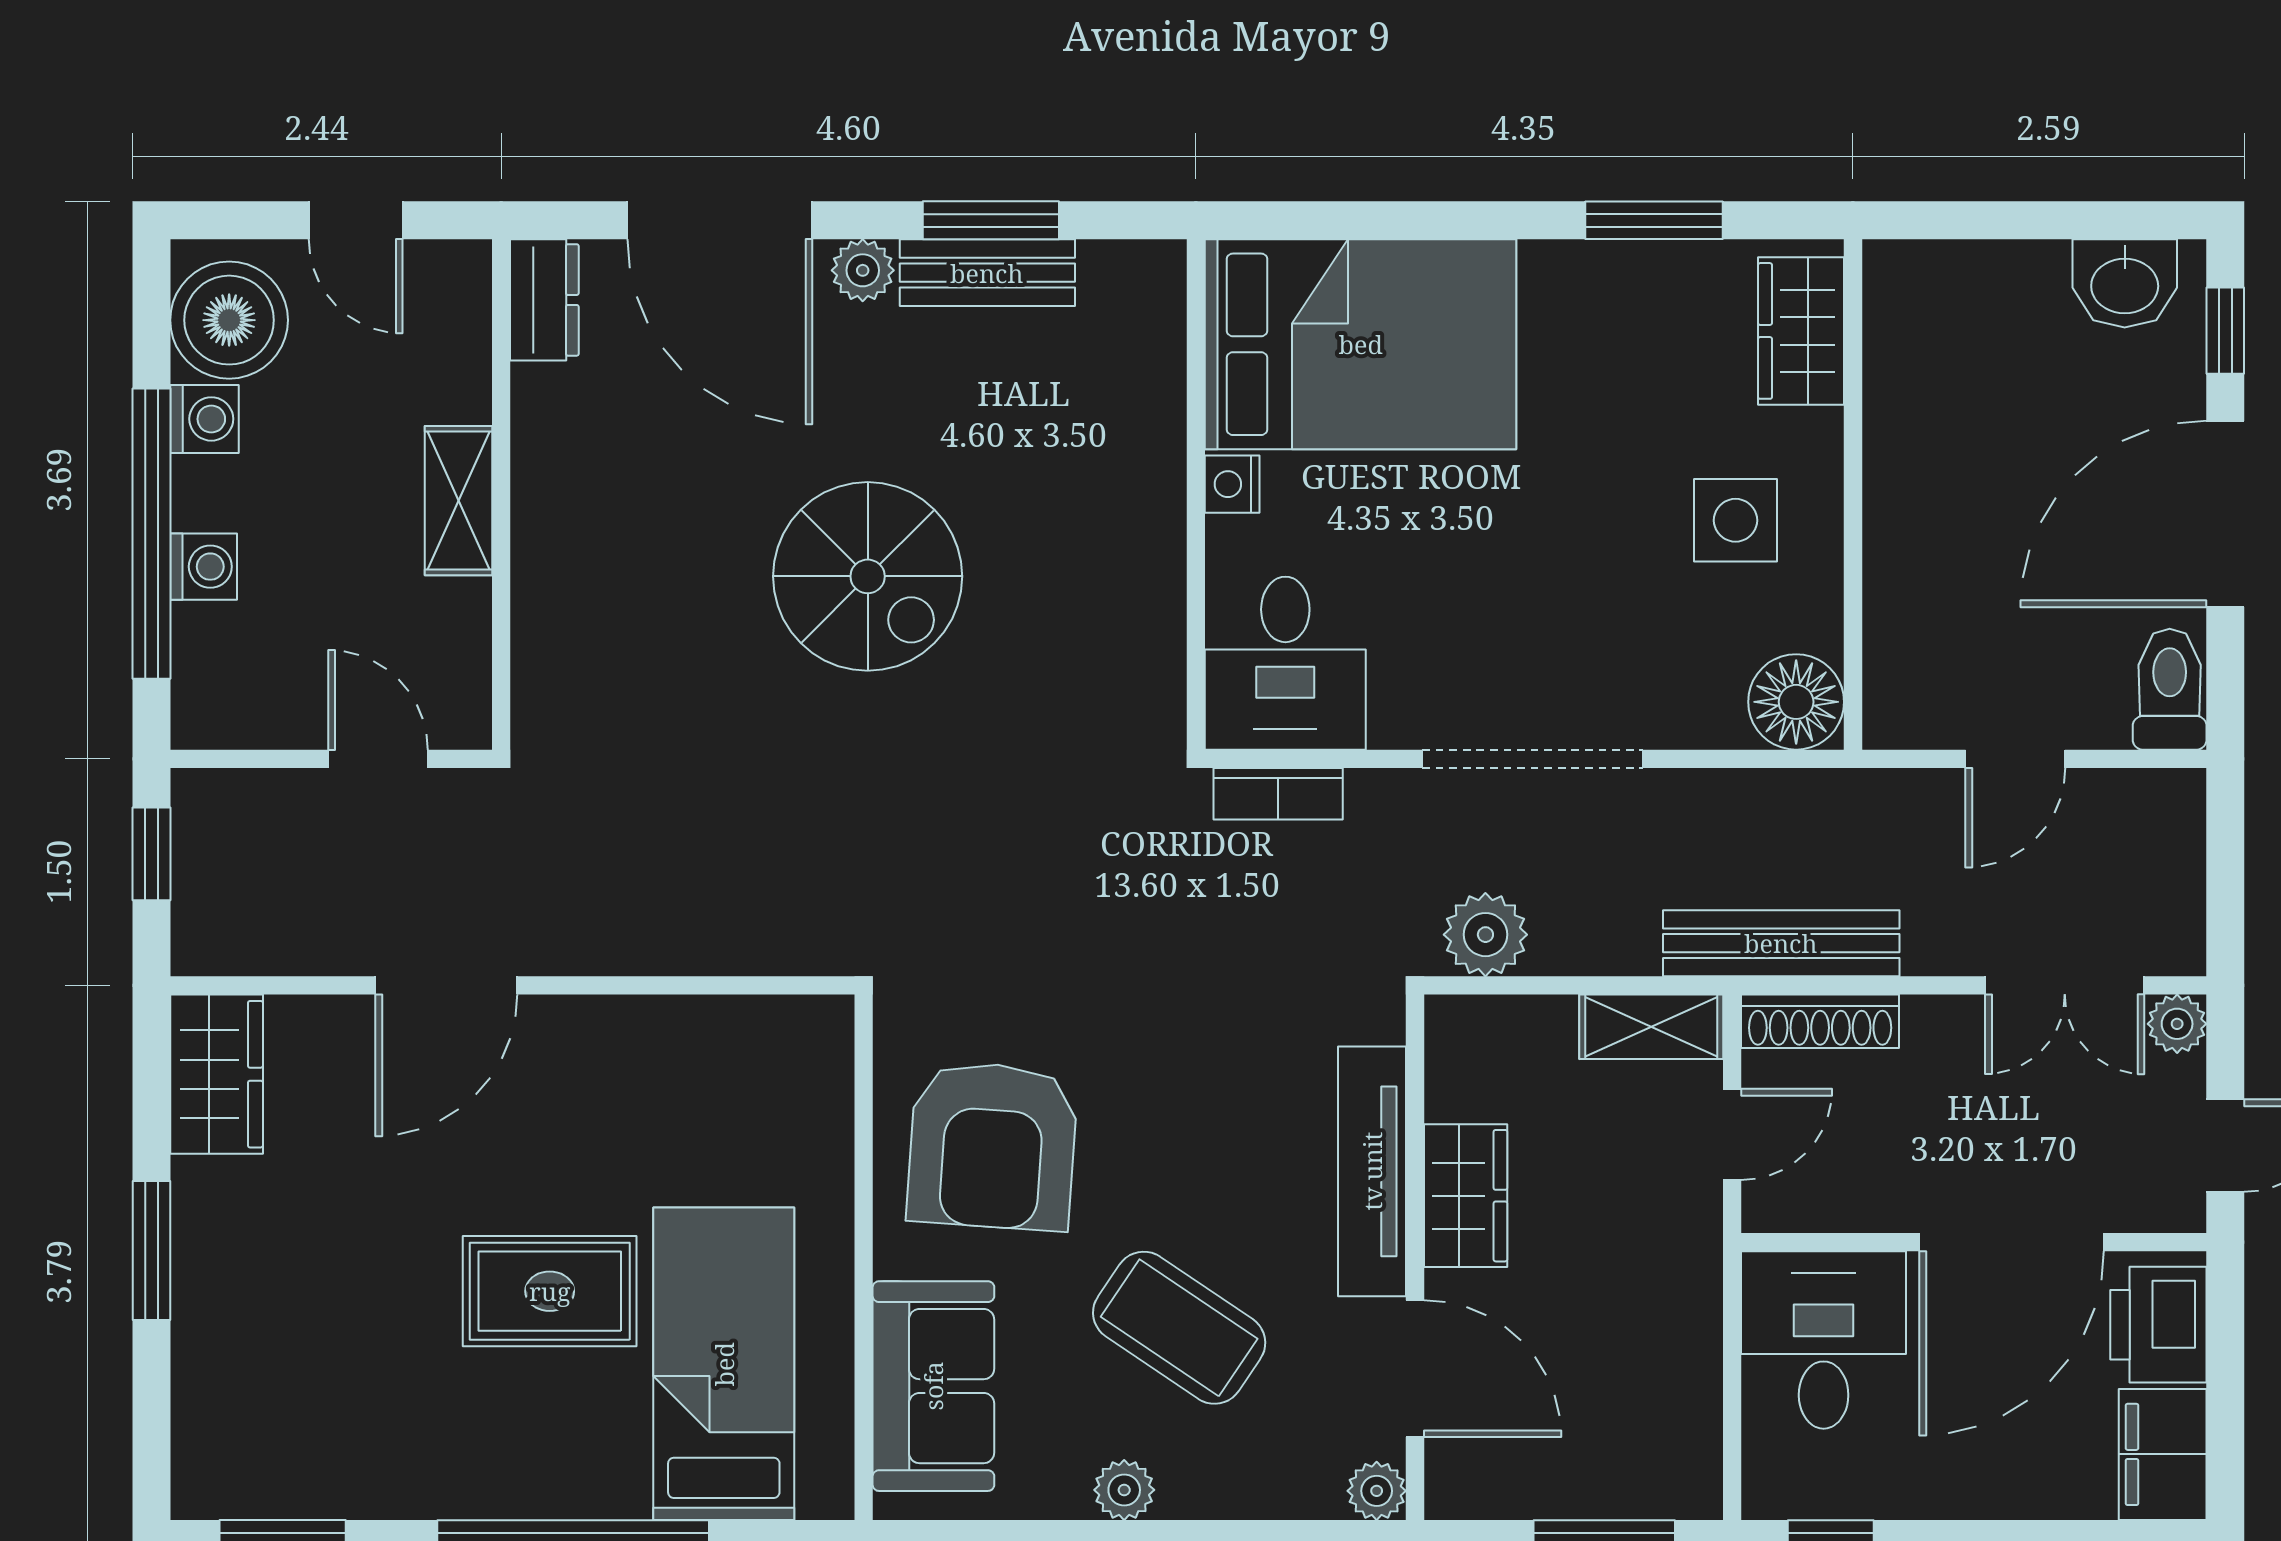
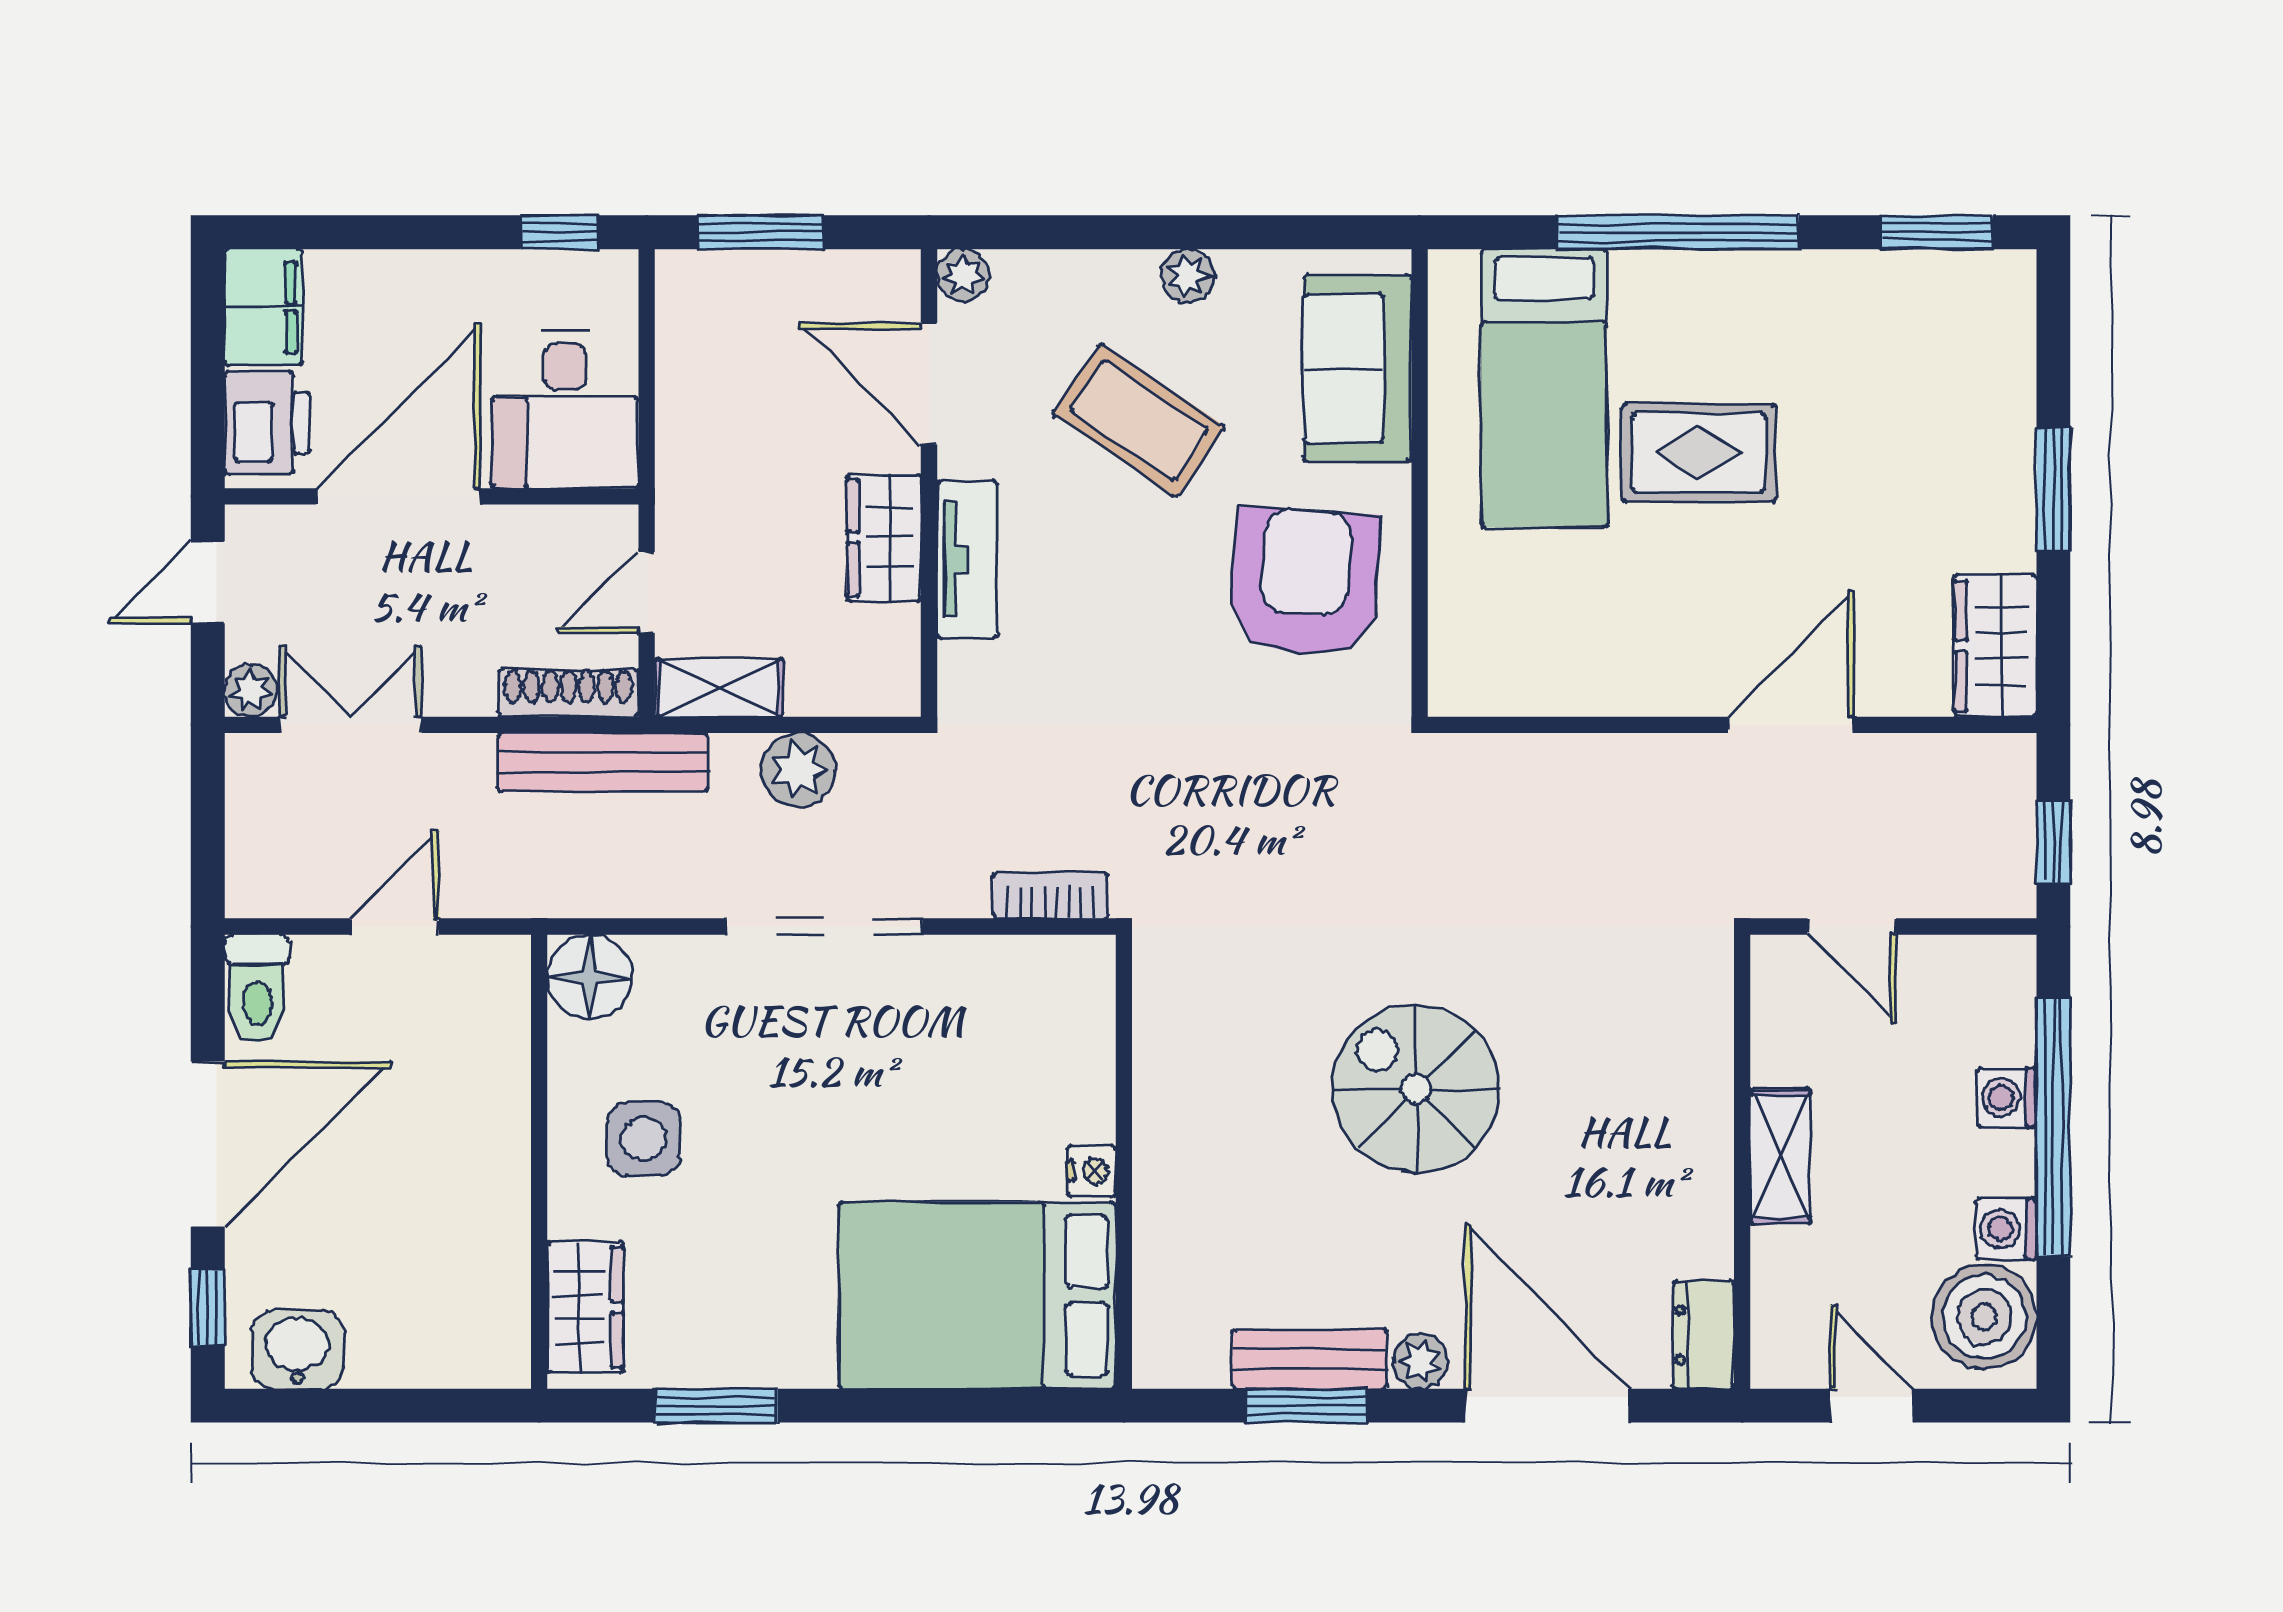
desk: (1285, 663) -> (1044, 1012), removed
plant: (1485, 935) -> (798, 770), moved
tv unit: (1372, 1171) -> (967, 559), width x0.71

